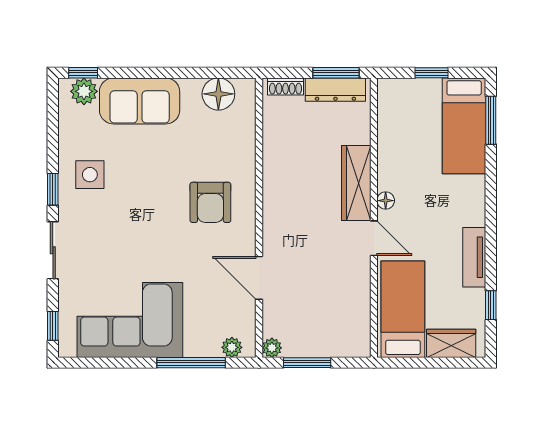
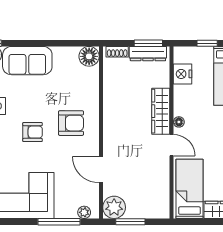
floor lamp: (218, 94) -> (89, 56), moved
nightstand: (392, 123) -> (183, 74), added
armchair: (210, 202) -> (71, 123), turned -90
armchair: (148, 217) -> (33, 132), added
plant: (272, 348) -> (114, 207), width x1.88, depth x1.88

